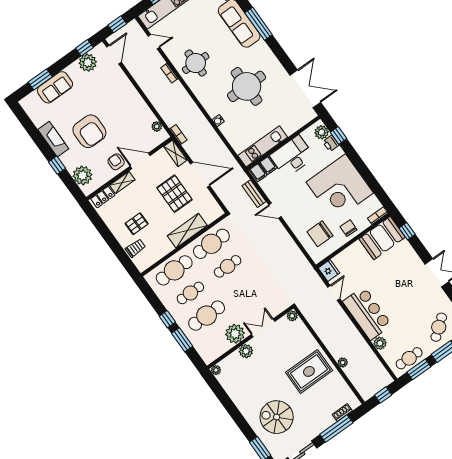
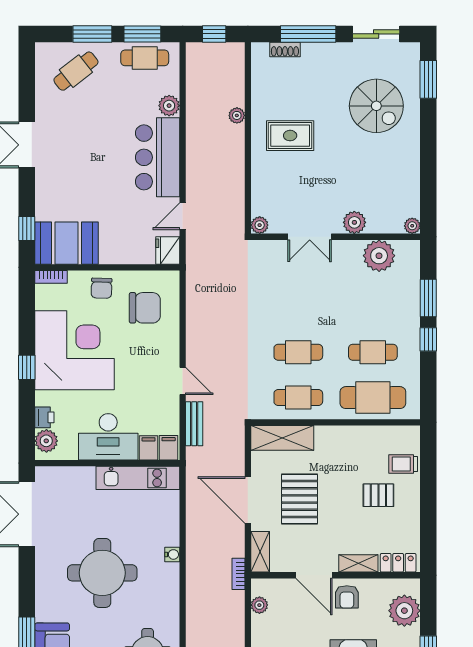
window: (339, 135) -> (27, 367), moved
shelving: (187, 231) -> (282, 438), moved
cafe table: (211, 244) -> (298, 398), width x0.73, depth x0.74
cafe table: (207, 316) -> (373, 307), removed
plant: (235, 334) -> (379, 256), moved
rug: (309, 371) -> (290, 136), width x0.73, depth x0.70

